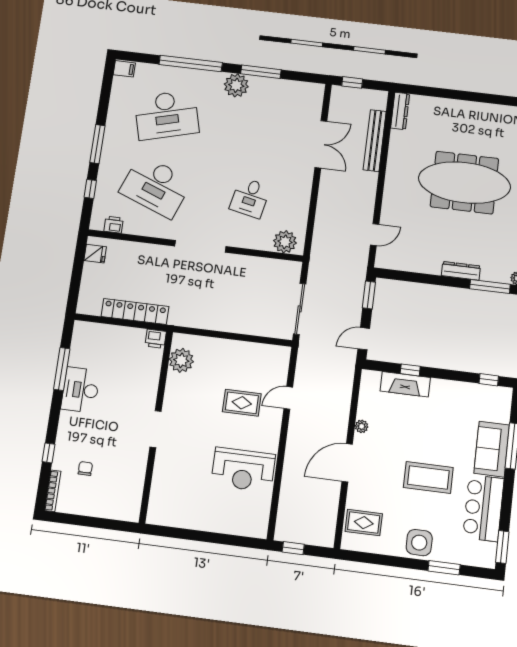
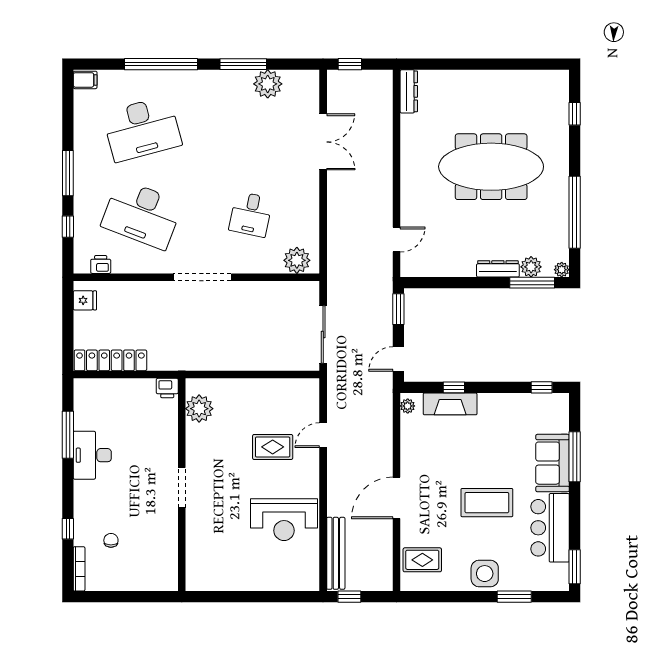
plant: (236, 85) -> (268, 84), moved
bench: (375, 141) -> (336, 553), moved
plant: (490, 273) -> (531, 267), added
locker: (135, 311) -> (110, 360), moved
plant: (362, 426) -> (408, 406), moved

